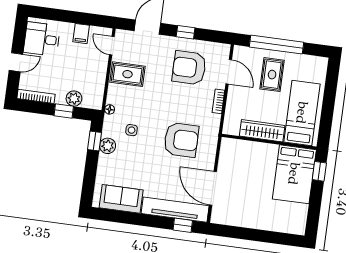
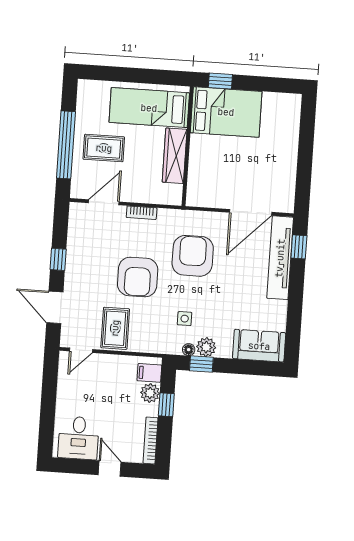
filing cabinet: (81, 34) -> (149, 373), moved, turned 180
armchair: (189, 68) -> (138, 277), moved
floor lamp: (110, 109) -> (189, 350), moved
sofa: (121, 199) -> (259, 346), moved, turned 90

